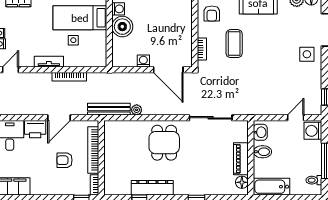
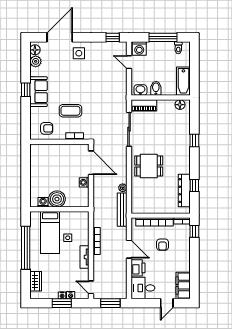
door: (168, 70) -> (91, 163), hinge flipped
piano: (241, 159) -> (144, 105), moved
dresser: (152, 188) -> (184, 191), moved

